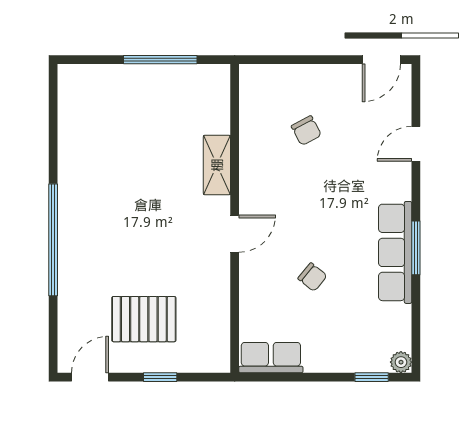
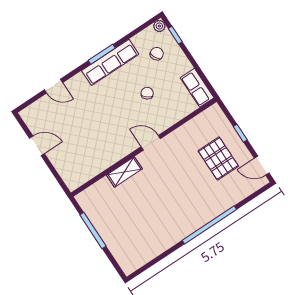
door: (381, 60) -> (37, 146), moved
chair: (306, 131) -> (157, 54), moved

